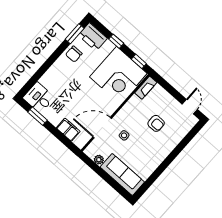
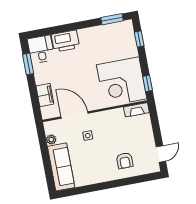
printer: (93, 37) -> (65, 41), moved, turned -90
window: (116, 41) -> (139, 39), moved
chair: (74, 54) -> (98, 36), removed
armchair: (156, 123) -> (125, 161), moved

